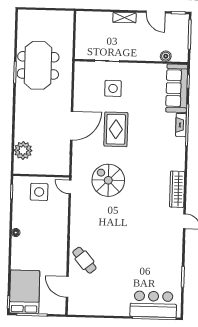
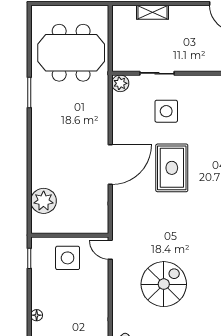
shelving: (124, 17) -> (153, 12), moved
meeting table: (38, 65) -> (71, 53), moved, turned 90
plant: (81, 67) -> (120, 83), added
spiral stairs: (108, 180) -> (164, 284), moved, turned 90

